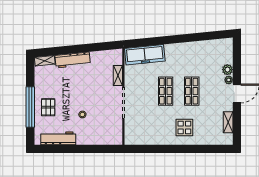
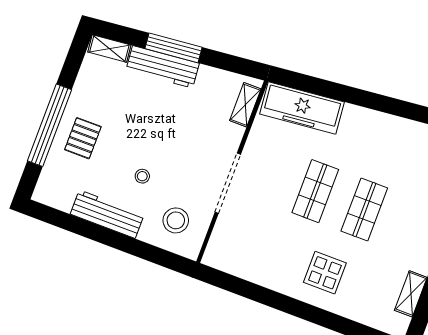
window: (74, 49) -> (173, 48), added
shelving: (118, 76) -> (245, 105), moved
stool: (106, 129) -> (176, 220), added
workbench: (58, 138) -> (107, 214), moved

